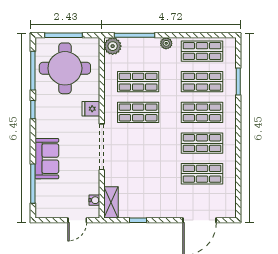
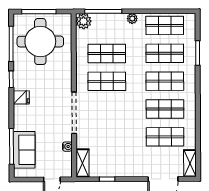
fridge: (91, 109) -> (21, 97), moved, turned 180
sofa: (47, 159) -> (24, 150), moved
water cooler: (94, 200) -> (67, 147), moved
shelving: (229, 203) -> (190, 163), added

